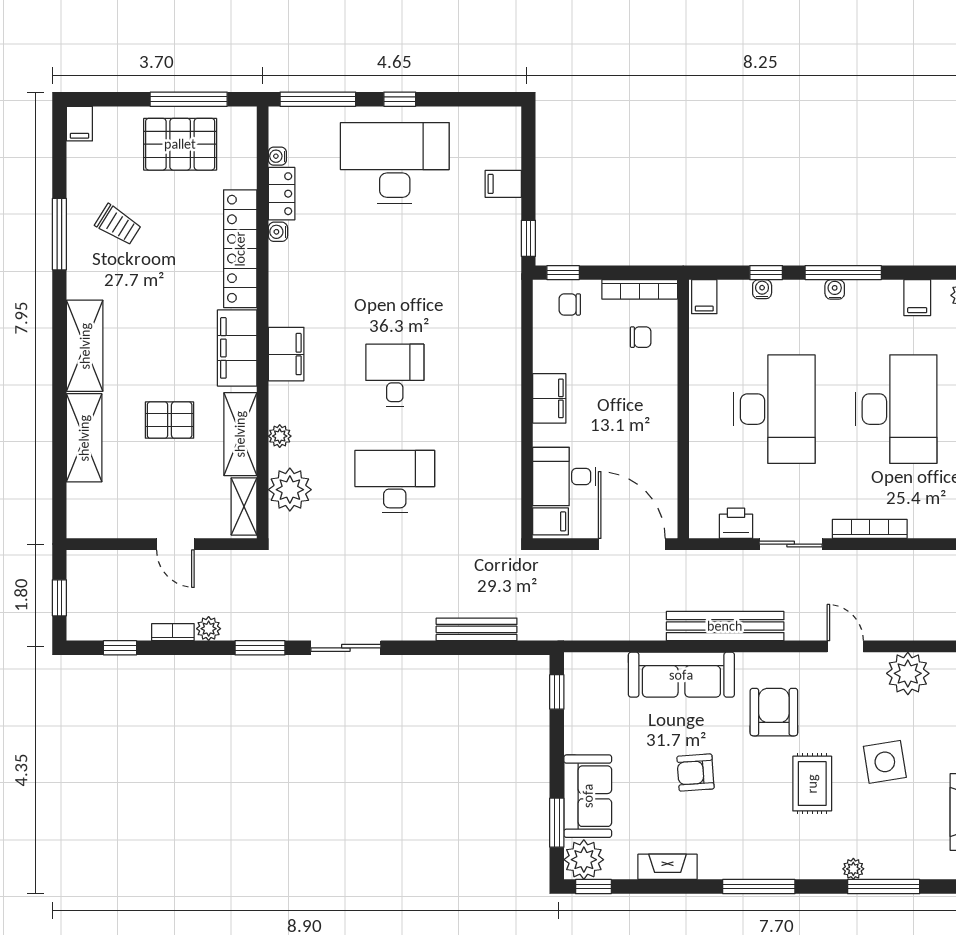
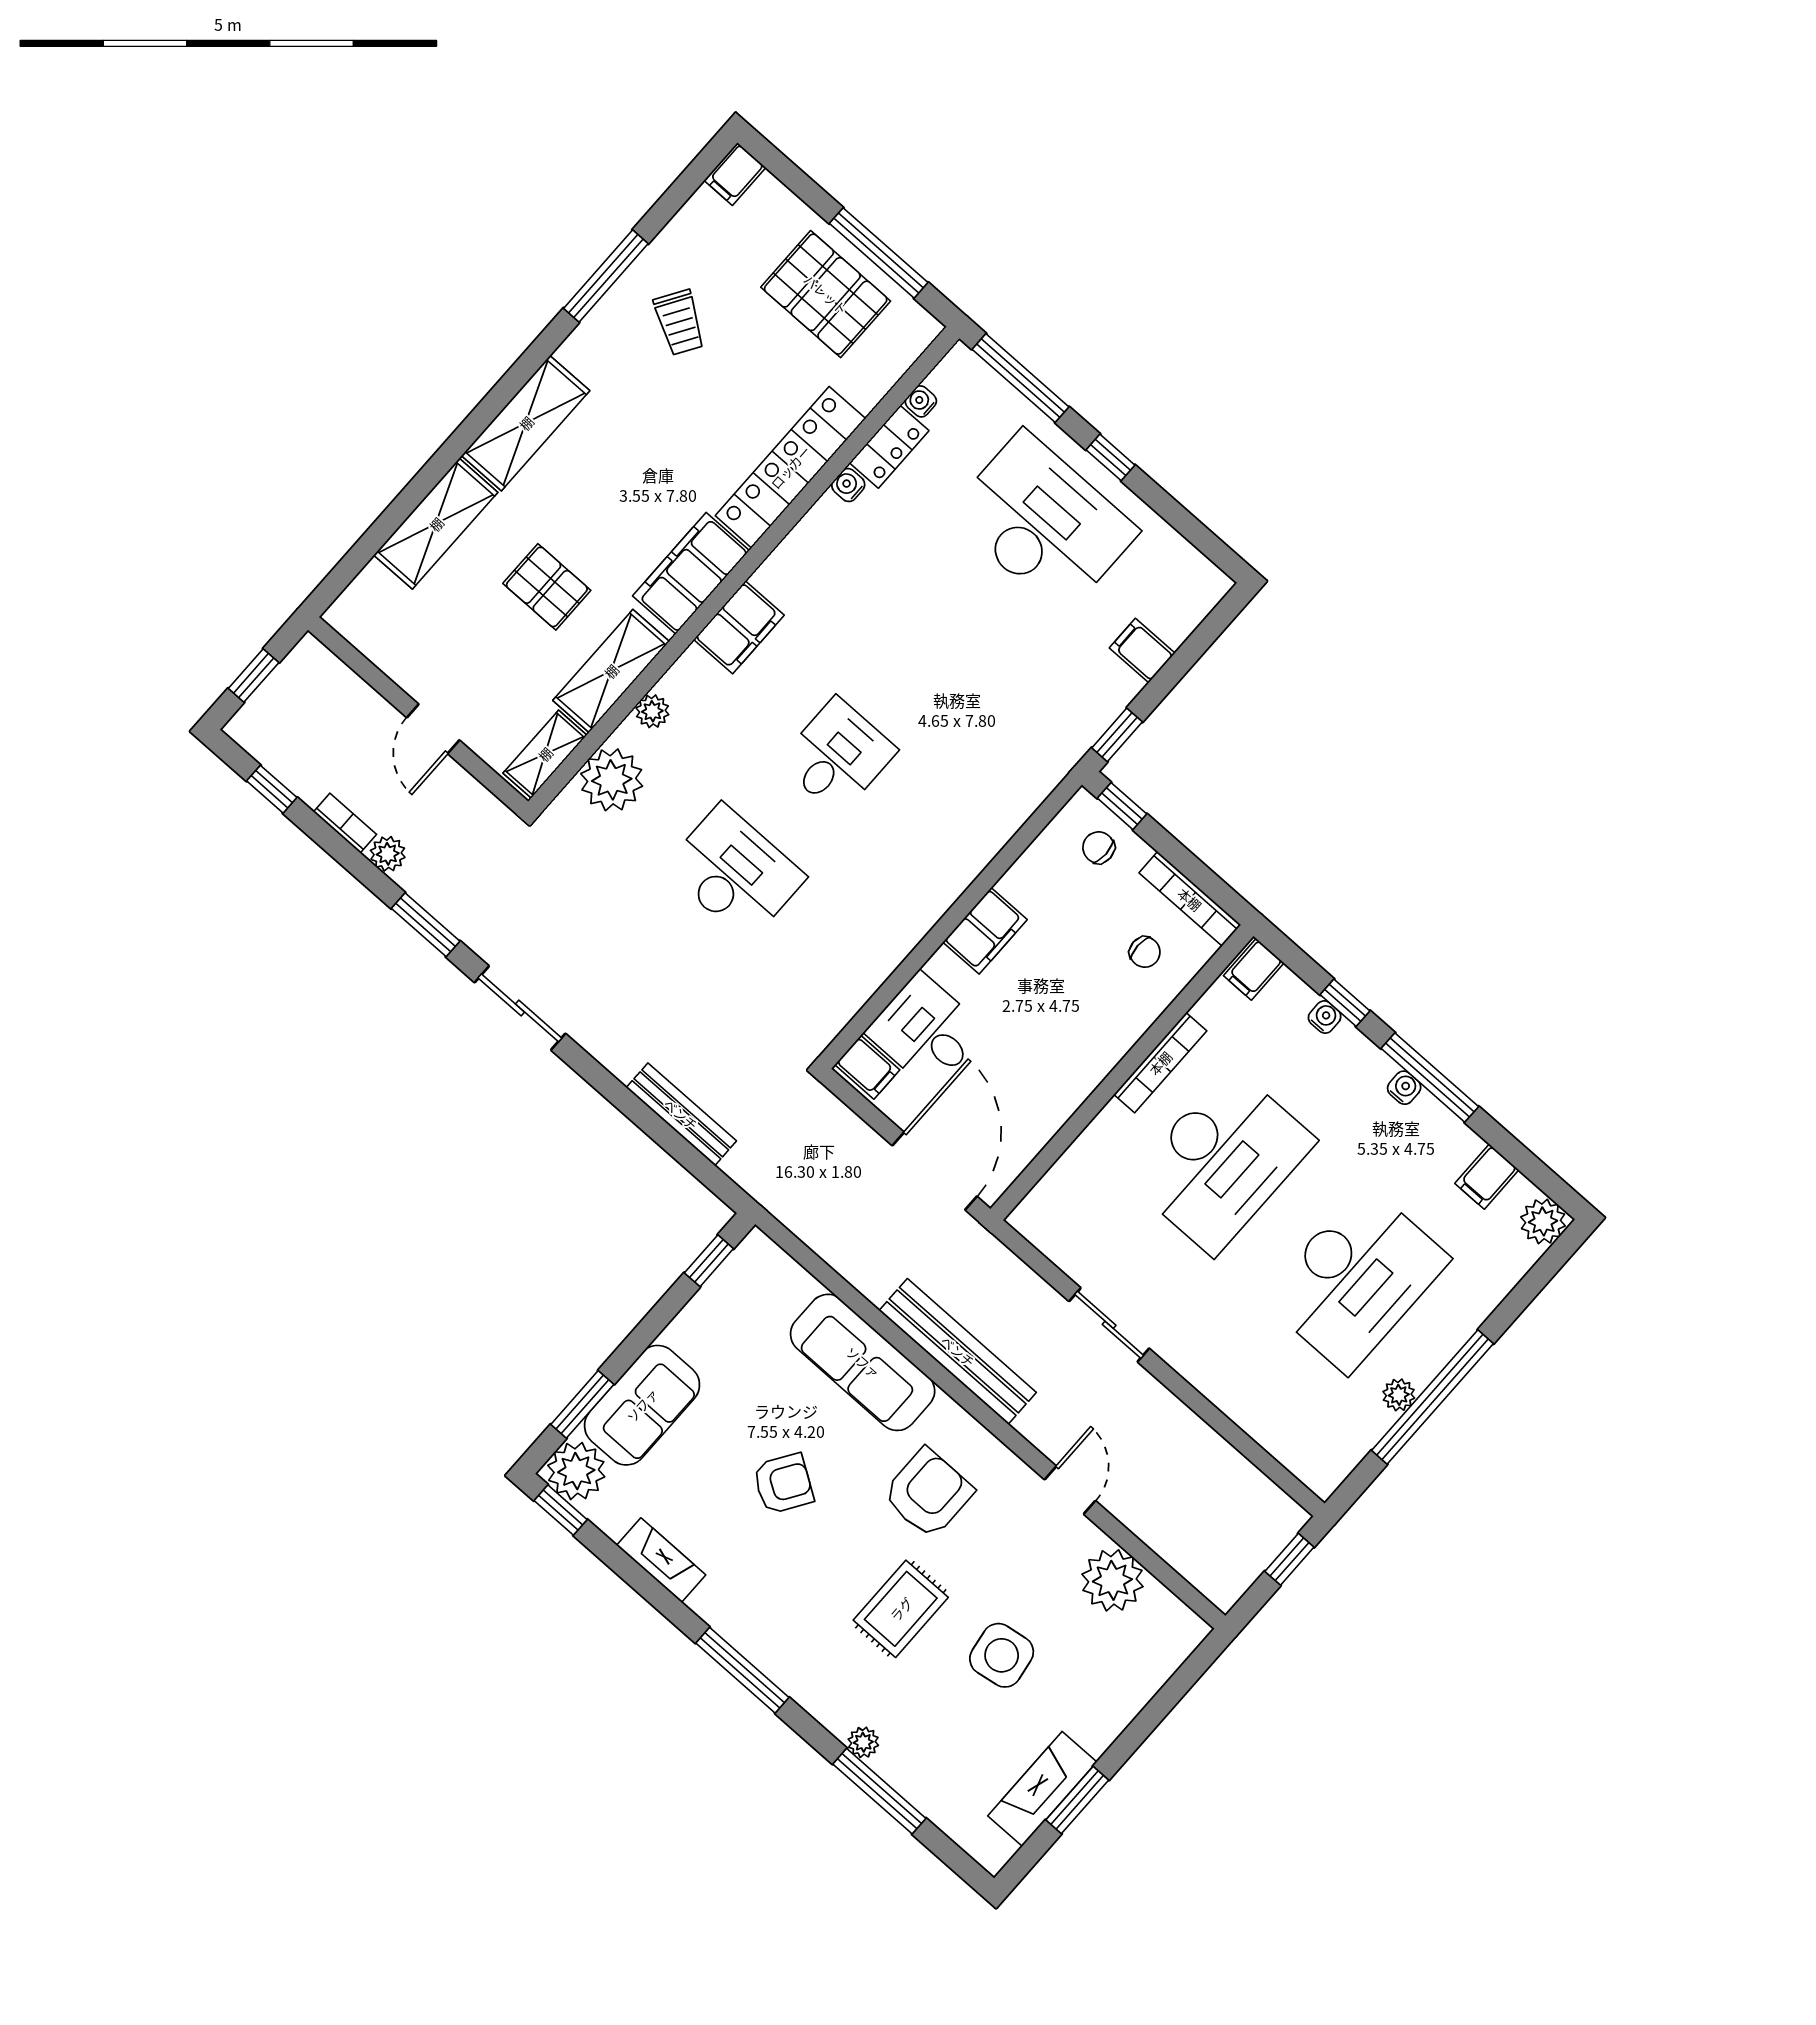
printer: (736, 523) -> (1069, 1249), removed
bookcase: (870, 529) -> (1160, 1063), moved, turned 90
armchair: (695, 773) -> (783, 1484), turned 127

